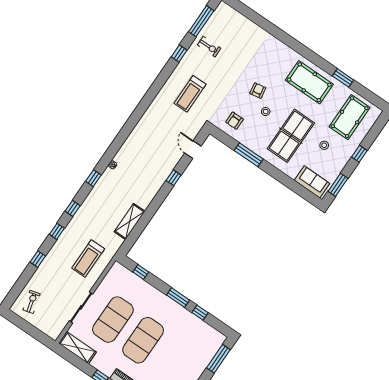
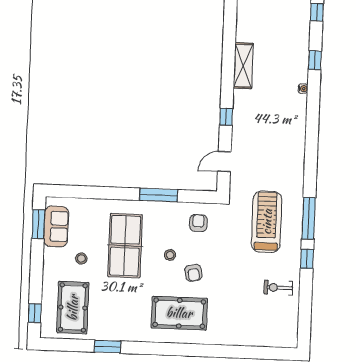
window: (201, 21) -> (309, 218), moved
pool table: (309, 82) -> (179, 313), moved
treadmill: (190, 94) -> (267, 222), width x1.37, depth x1.38
door: (193, 150) -> (224, 162), swing flipped
window: (359, 154) -> (35, 313), moved
sofa: (312, 182) -> (56, 226), moved, turned -90
shelving: (130, 222) -> (243, 66), moved

